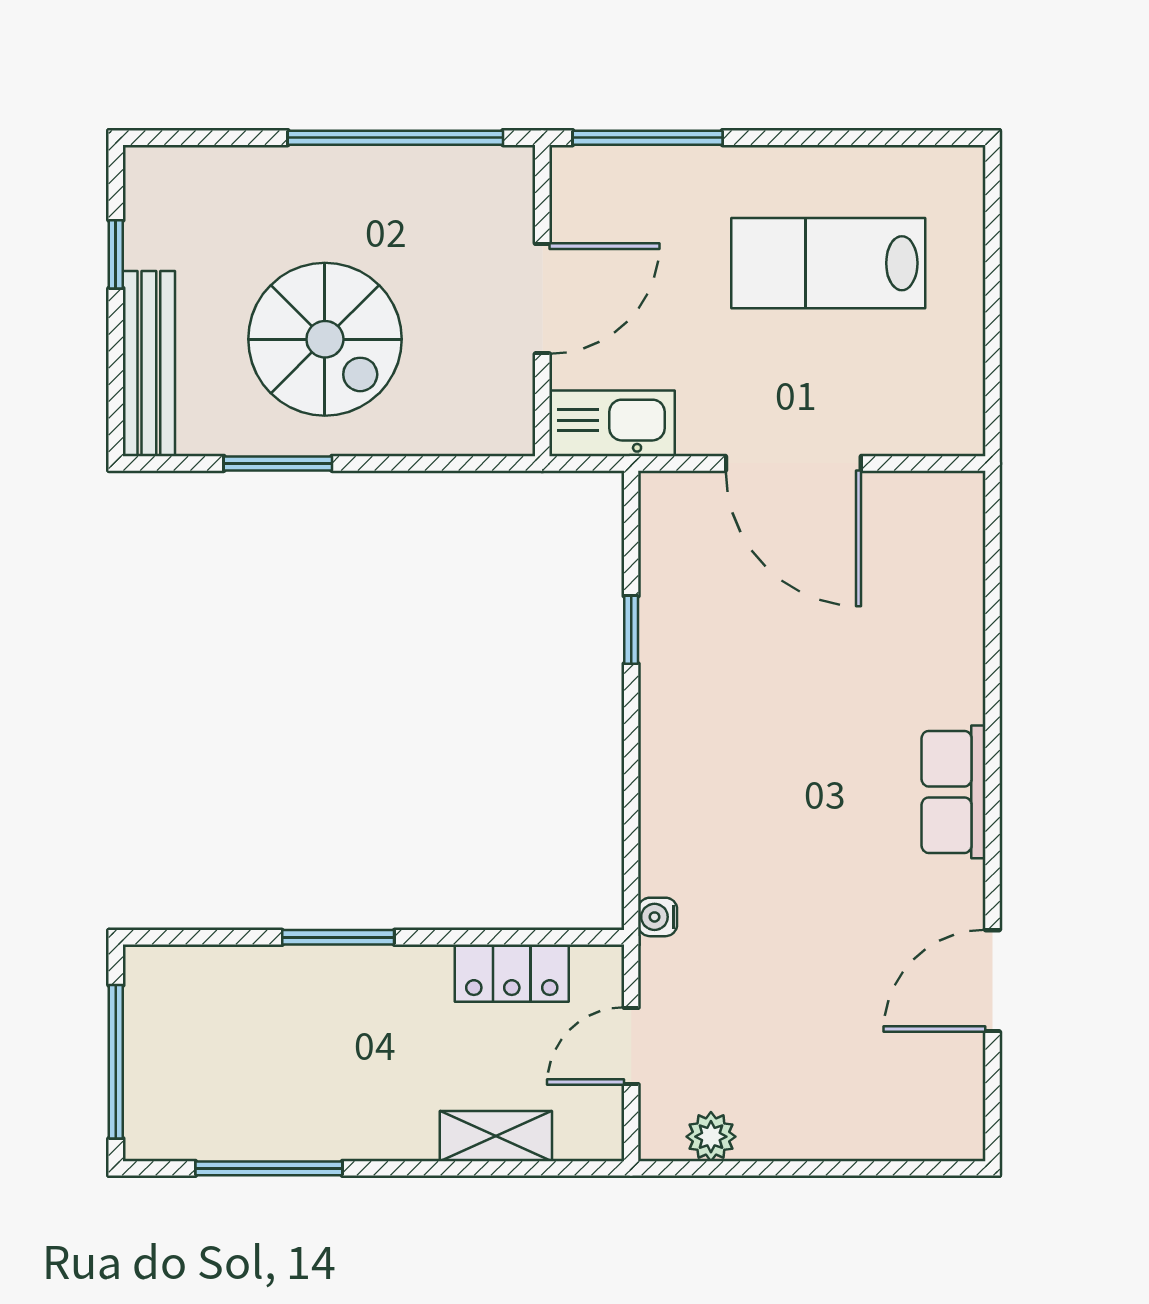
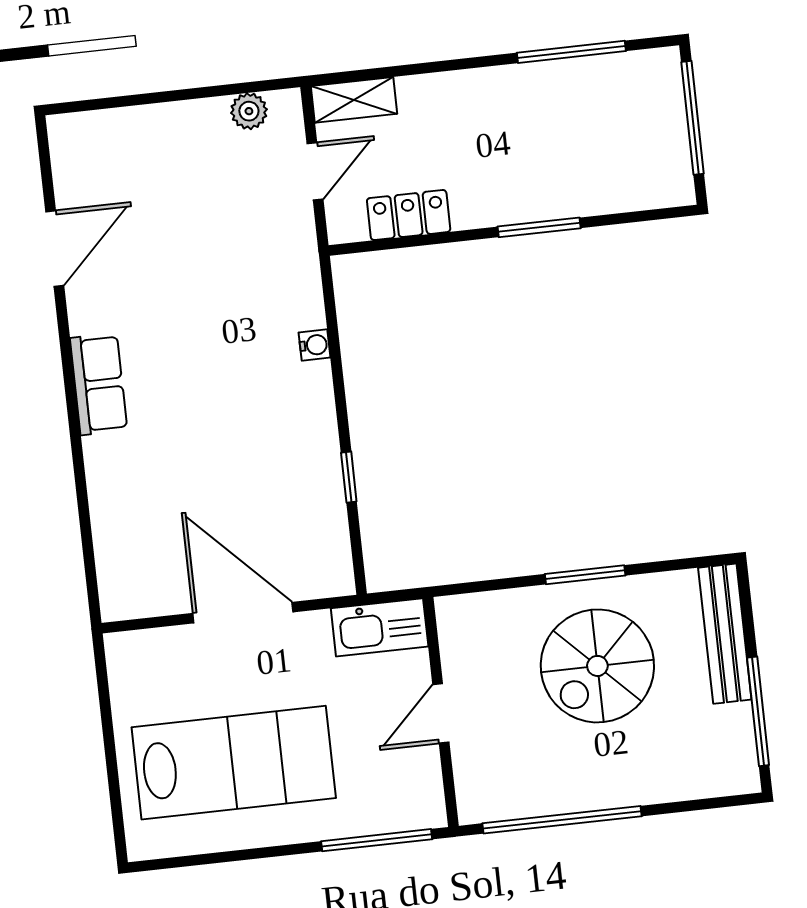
window: (116, 254) -> (758, 711), width x2.17
lab bench: (828, 263) -> (234, 763), width x1.36, depth x1.39
door: (542, 299) -> (441, 713), width x0.73
spiral stairs: (325, 339) -> (597, 666), turned -90
window: (278, 463) -> (585, 575), moved
water cooler: (658, 917) -> (314, 345), moved
shelving: (496, 1136) -> (354, 100), moved

